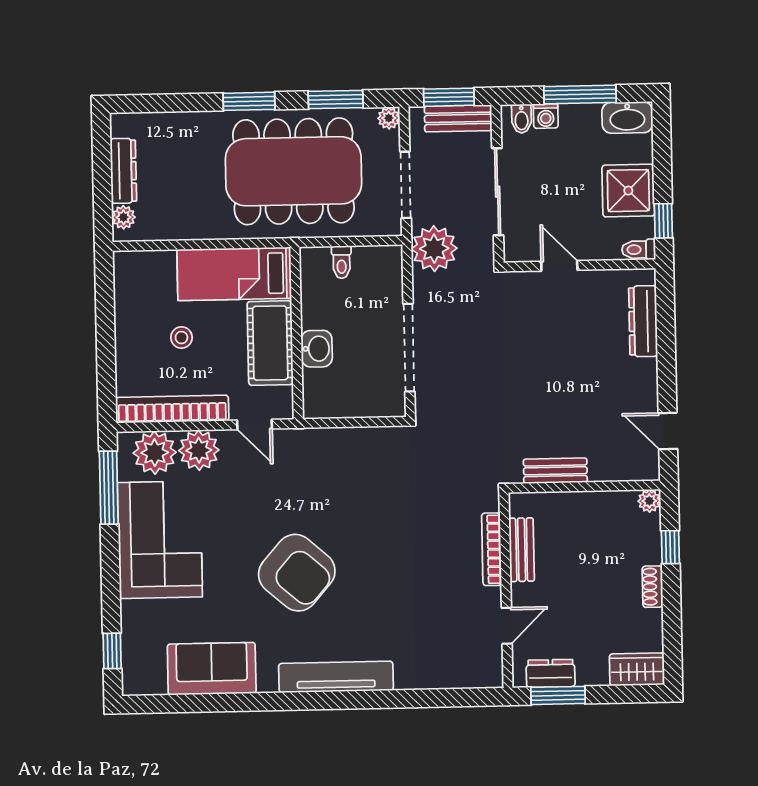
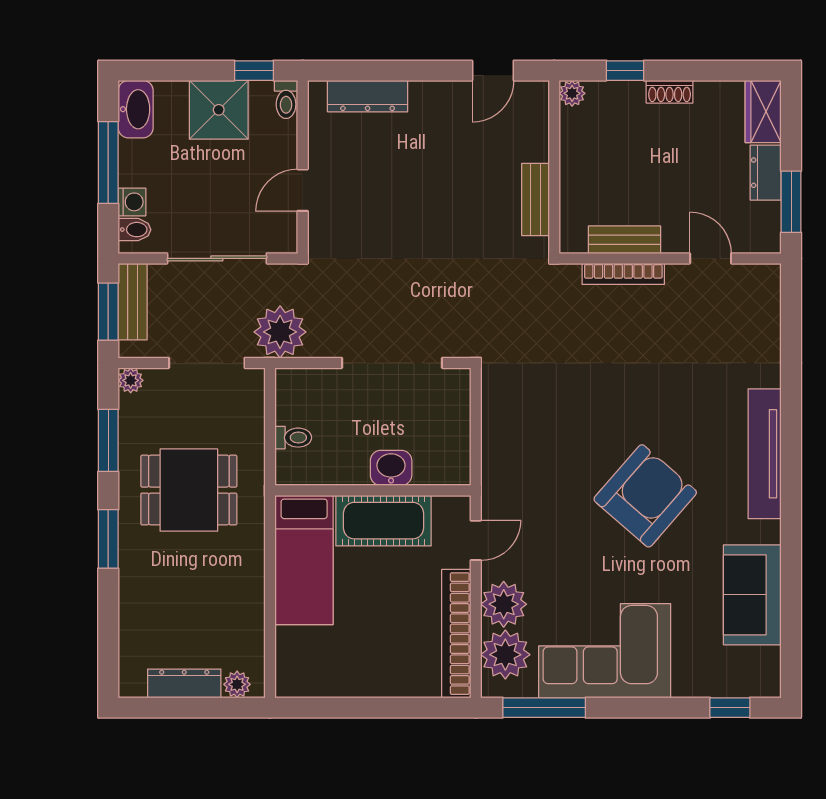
dining table: (293, 171) -> (189, 490), width x0.53, depth x0.80
stool: (181, 338) -> (375, 621), removed
dresser: (551, 673) -> (766, 173), moved

